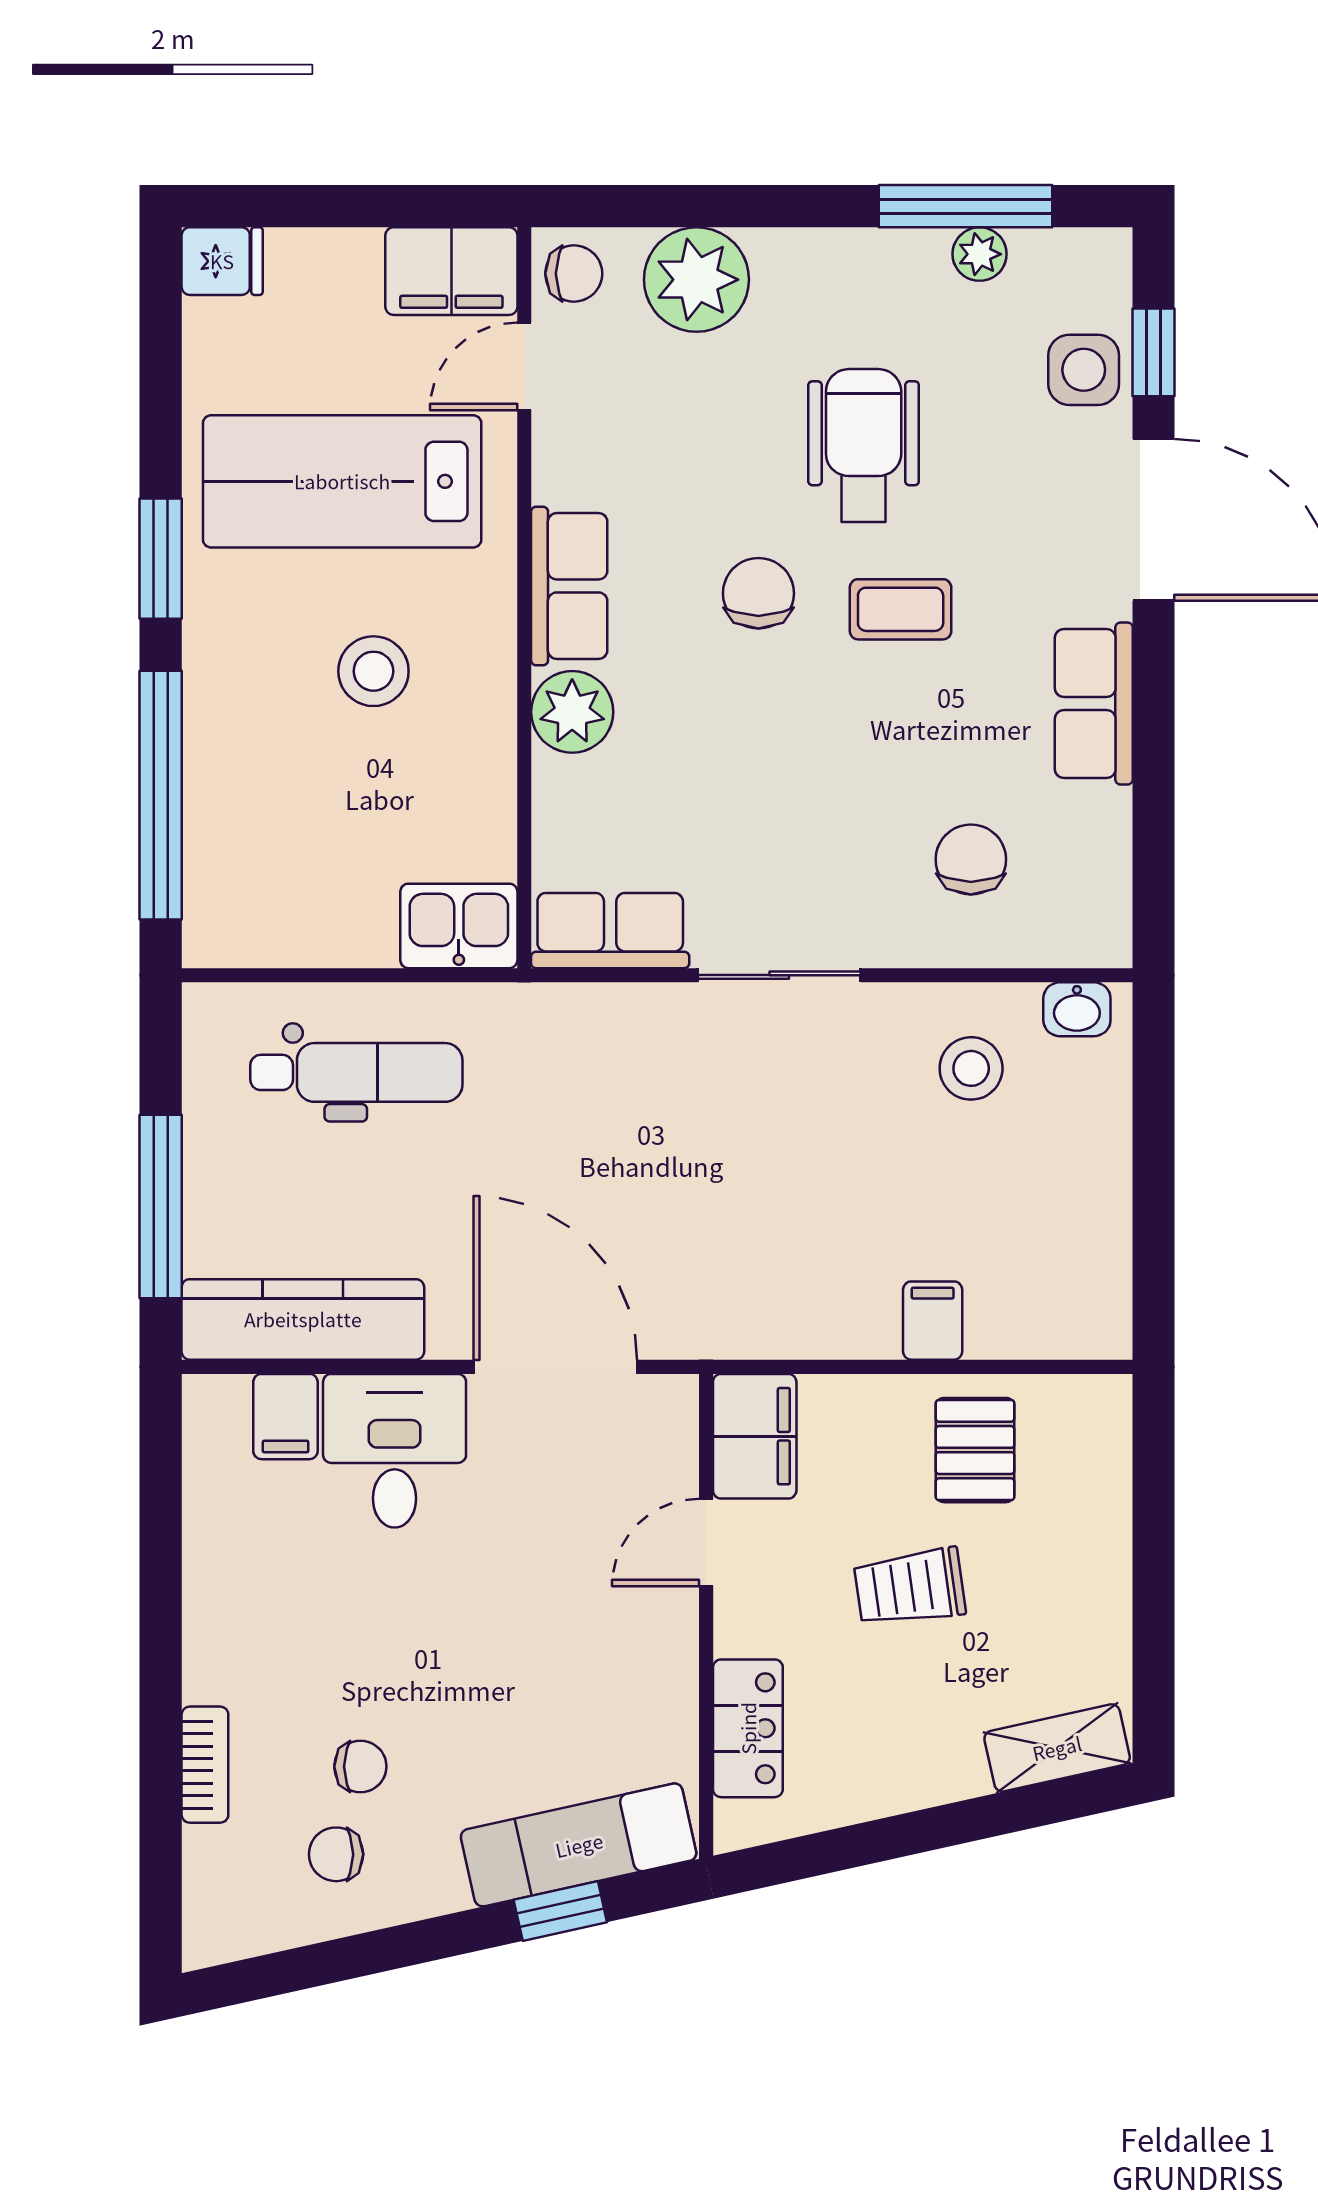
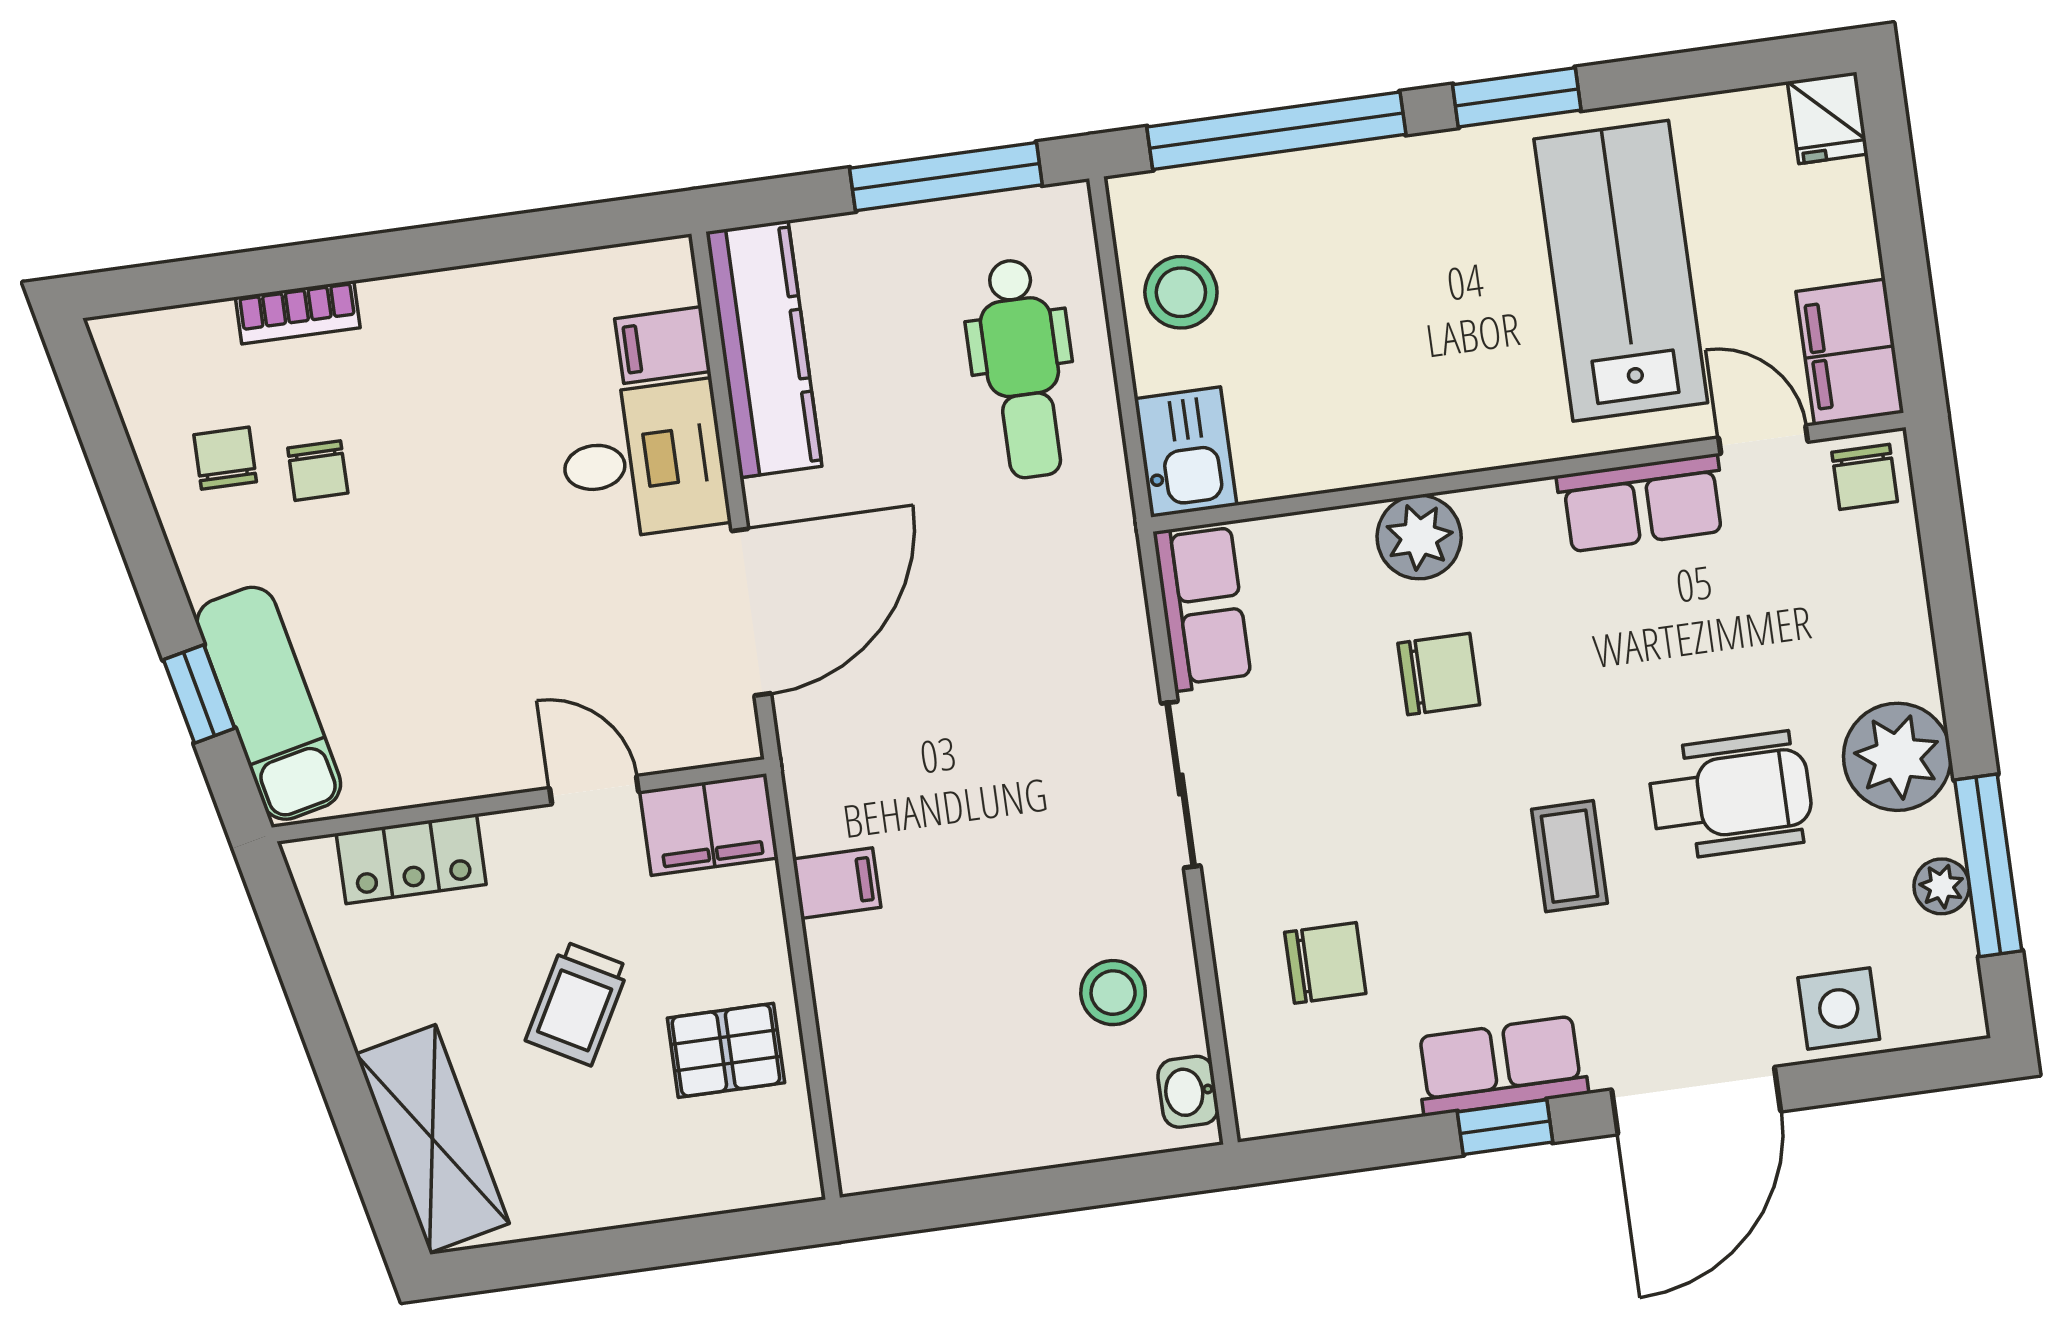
plant: (696, 280) -> (1897, 757), moved
window: (1154, 352) -> (1505, 1127), moved
row of seats: (569, 586) -> (1642, 503), moved
chair: (758, 593) -> (1439, 674), moved
stool: (373, 671) -> (1181, 292), moved
window: (161, 1206) -> (946, 177), moved
filing cabinet: (933, 1321) -> (837, 883), moved
trolley: (910, 1587) -> (577, 1003), turned -143
shelving: (1057, 1748) -> (433, 1139), width x1.50, depth x1.33

